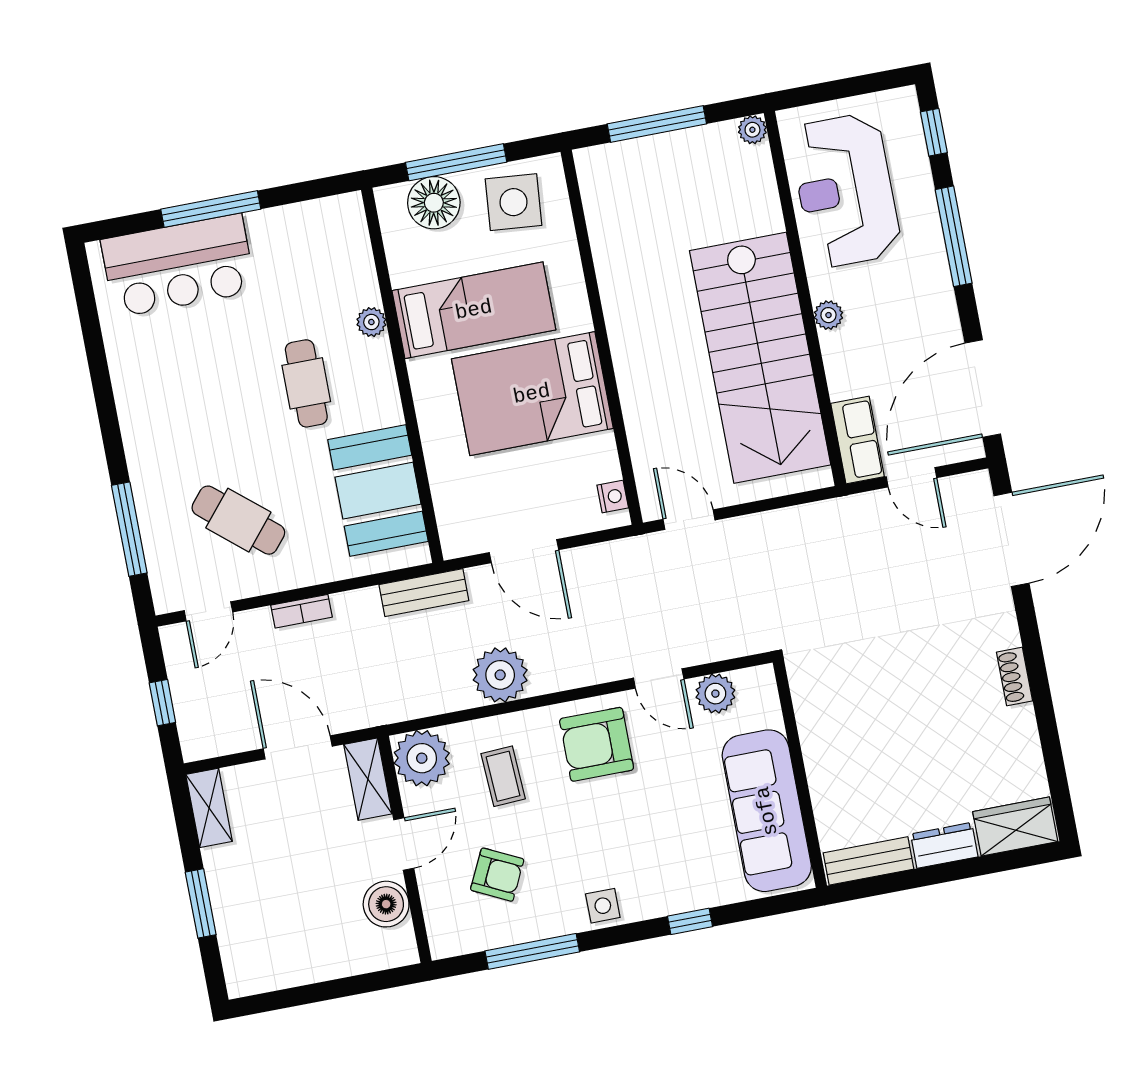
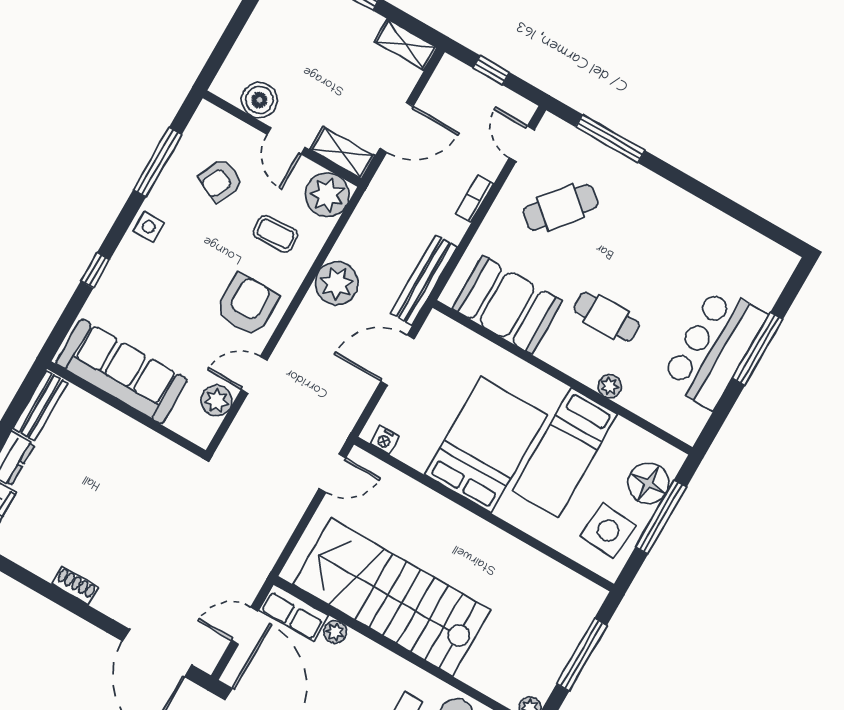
bar counter: (178, 266) -> (714, 348), moved
plant: (828, 315) -> (335, 632), moved
bench: (424, 593) -> (424, 280), width x1.36

